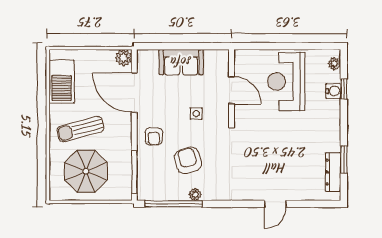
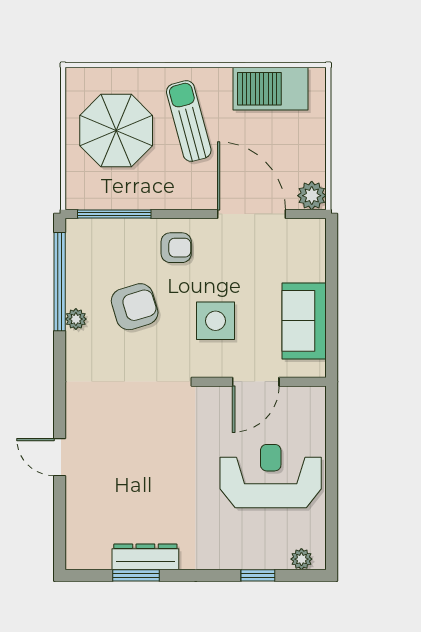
sofa: (181, 62) -> (304, 321), moved
water cooler: (333, 91) -> (254, 557), removed
door: (134, 93) -> (252, 214), hinge flipped
side table: (196, 114) -> (215, 321), width x1.87, depth x1.87
armchair: (154, 136) -> (176, 248), turned 180
dresser: (333, 172) -> (145, 557), moved

